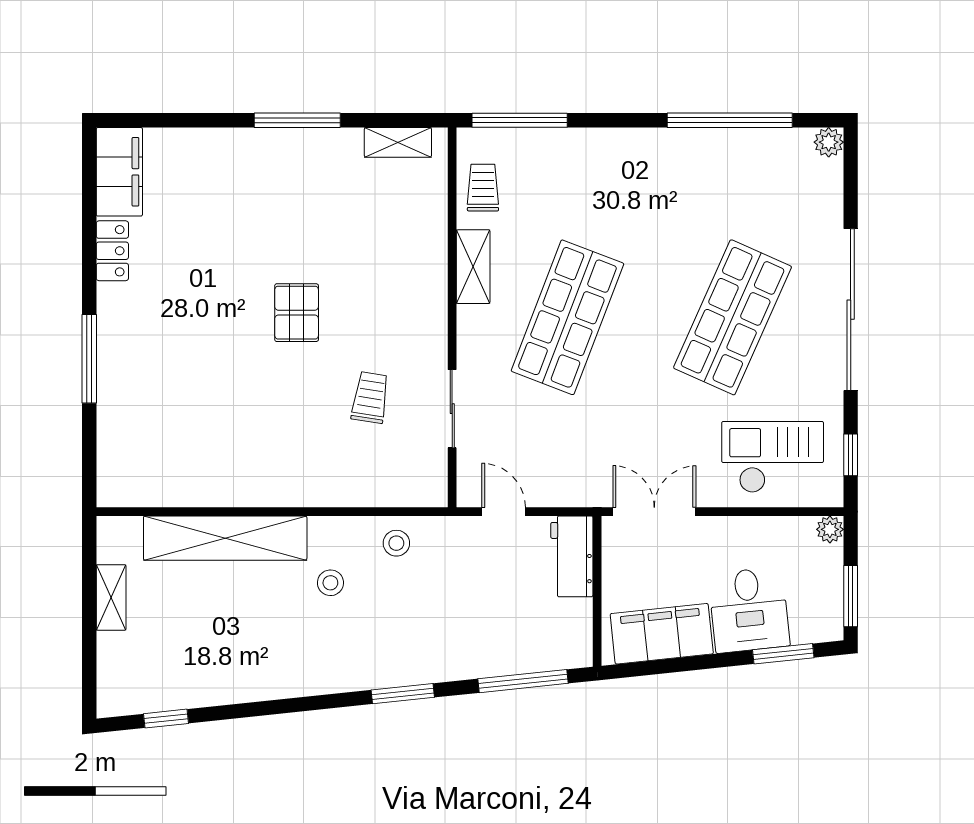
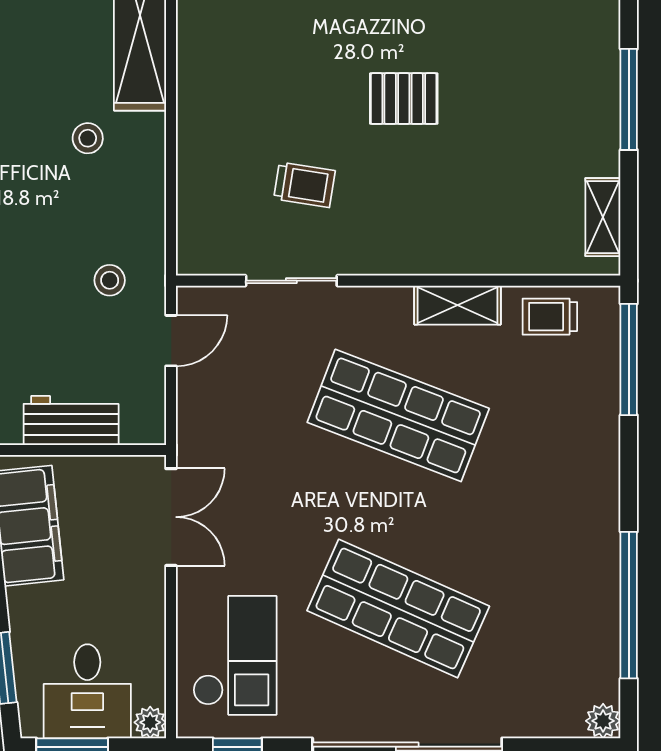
trolley: (483, 188) -> (550, 317), turned 180
stool: (396, 543) -> (110, 280), moved
workbench: (572, 556) -> (71, 421), moved
desk: (749, 610) -> (87, 691), moved, turned -84

